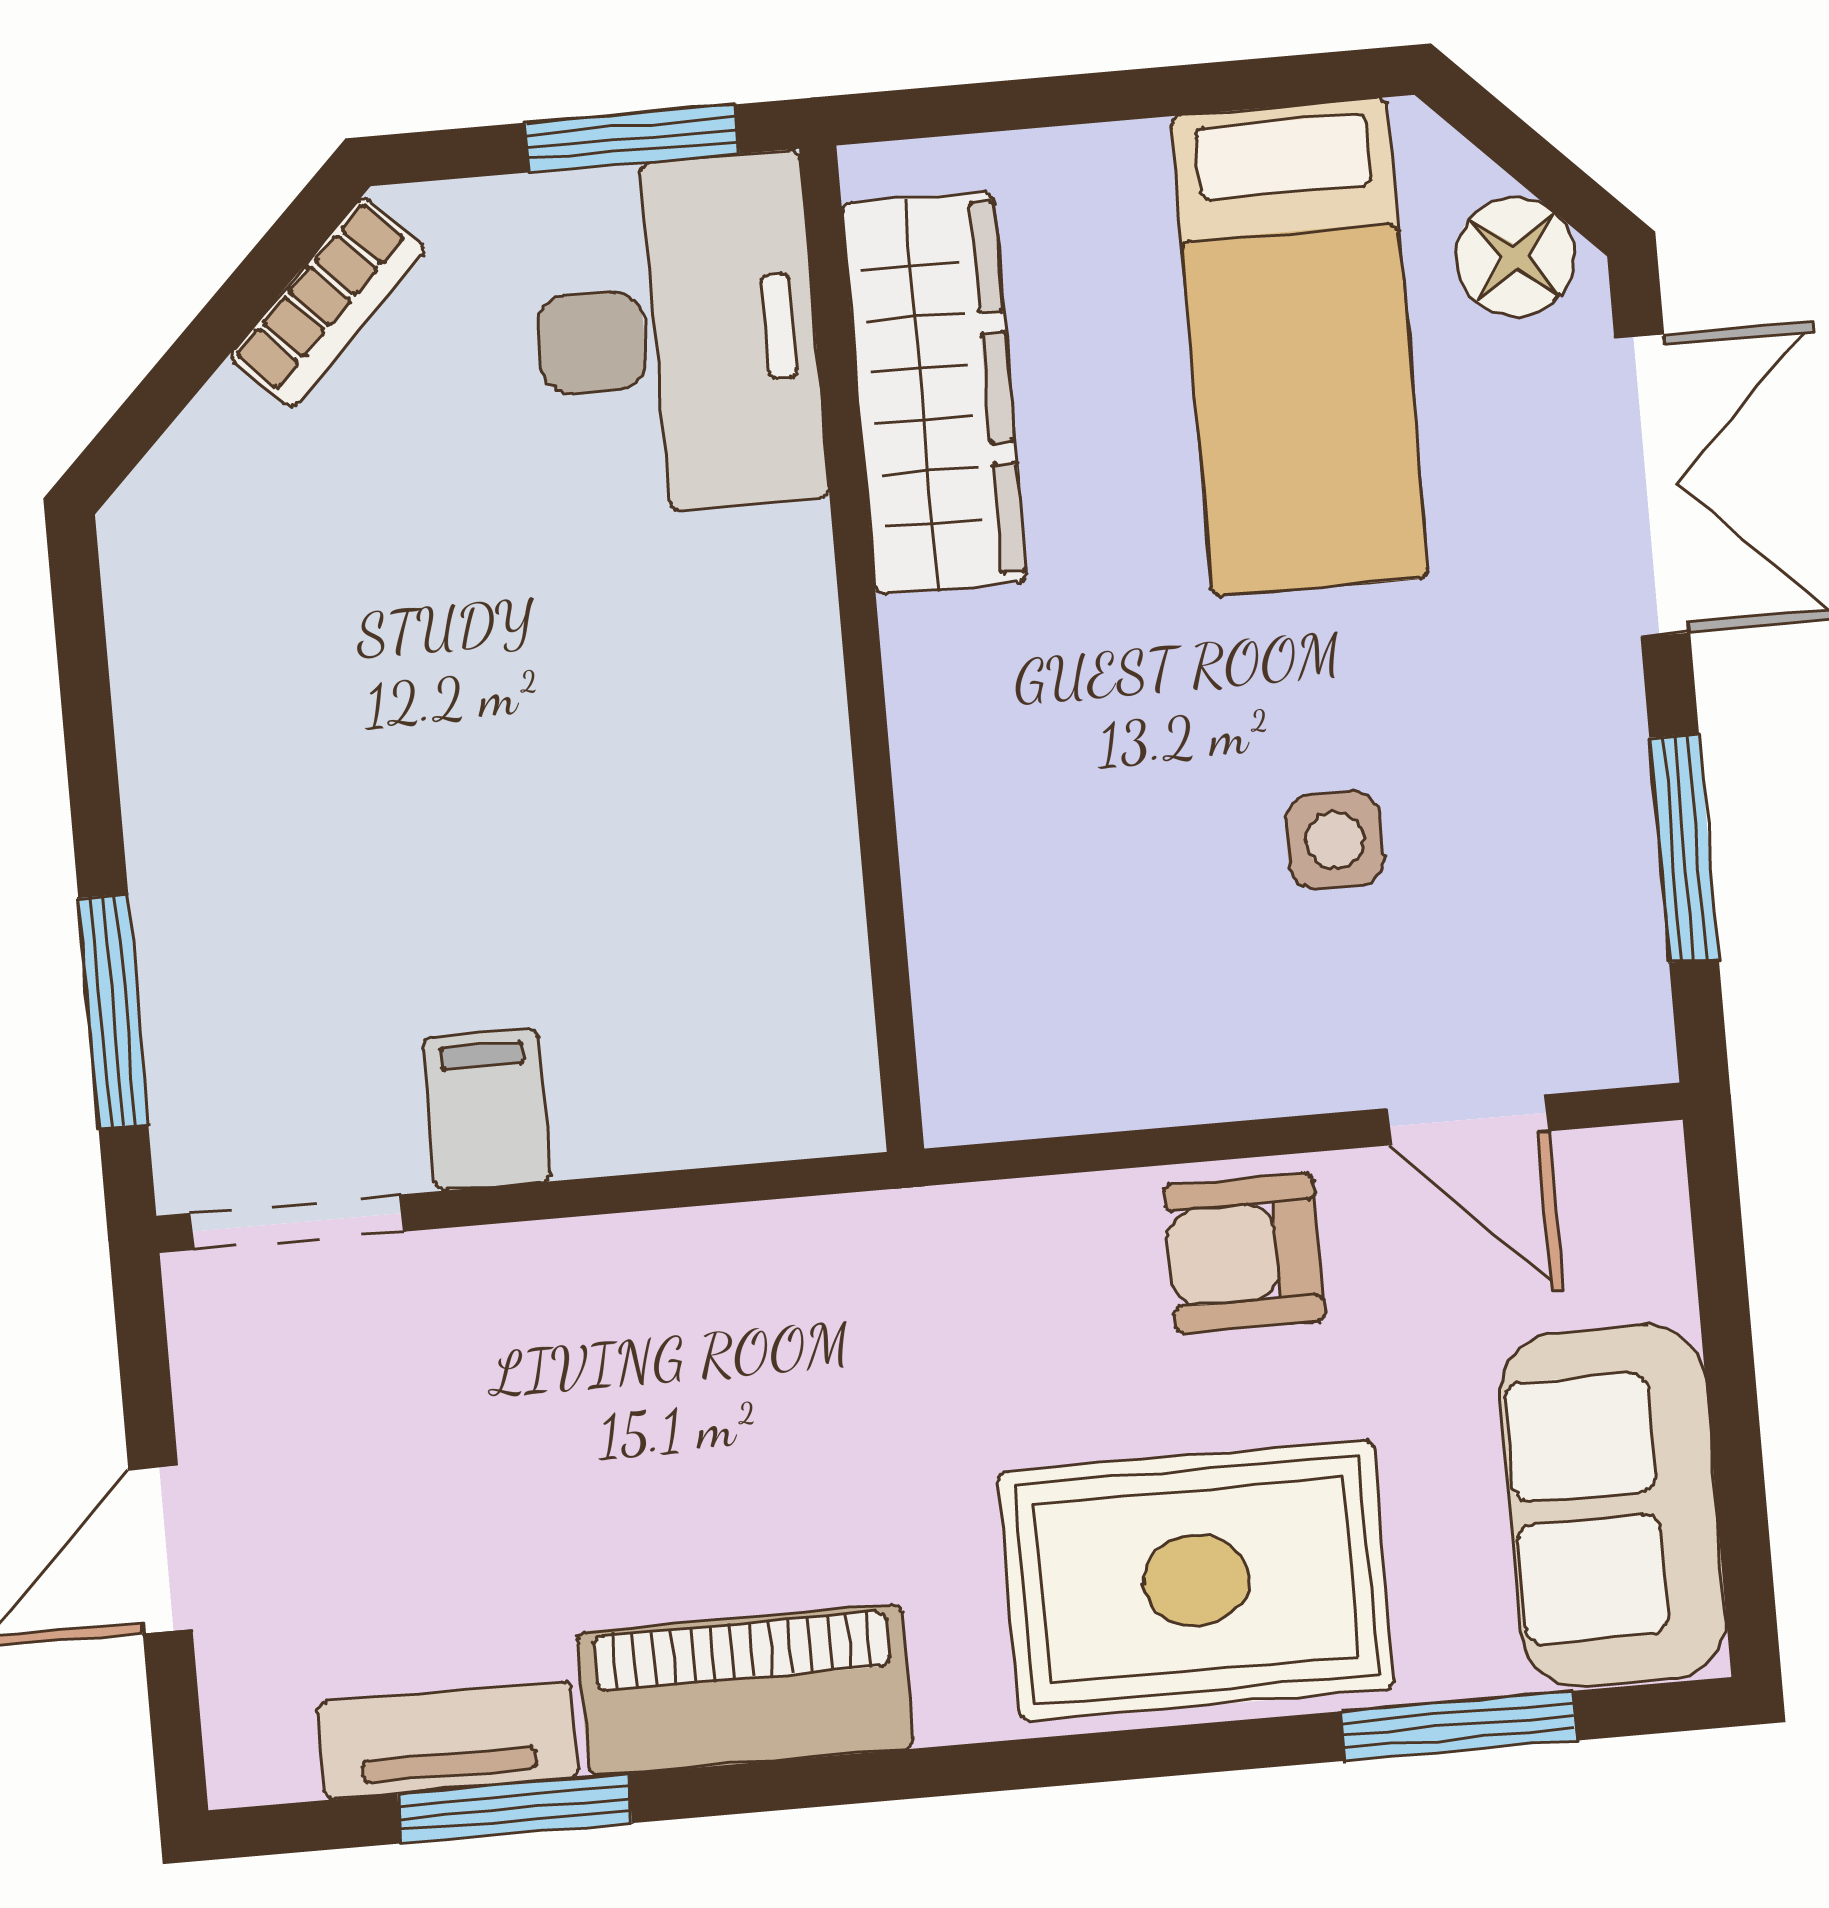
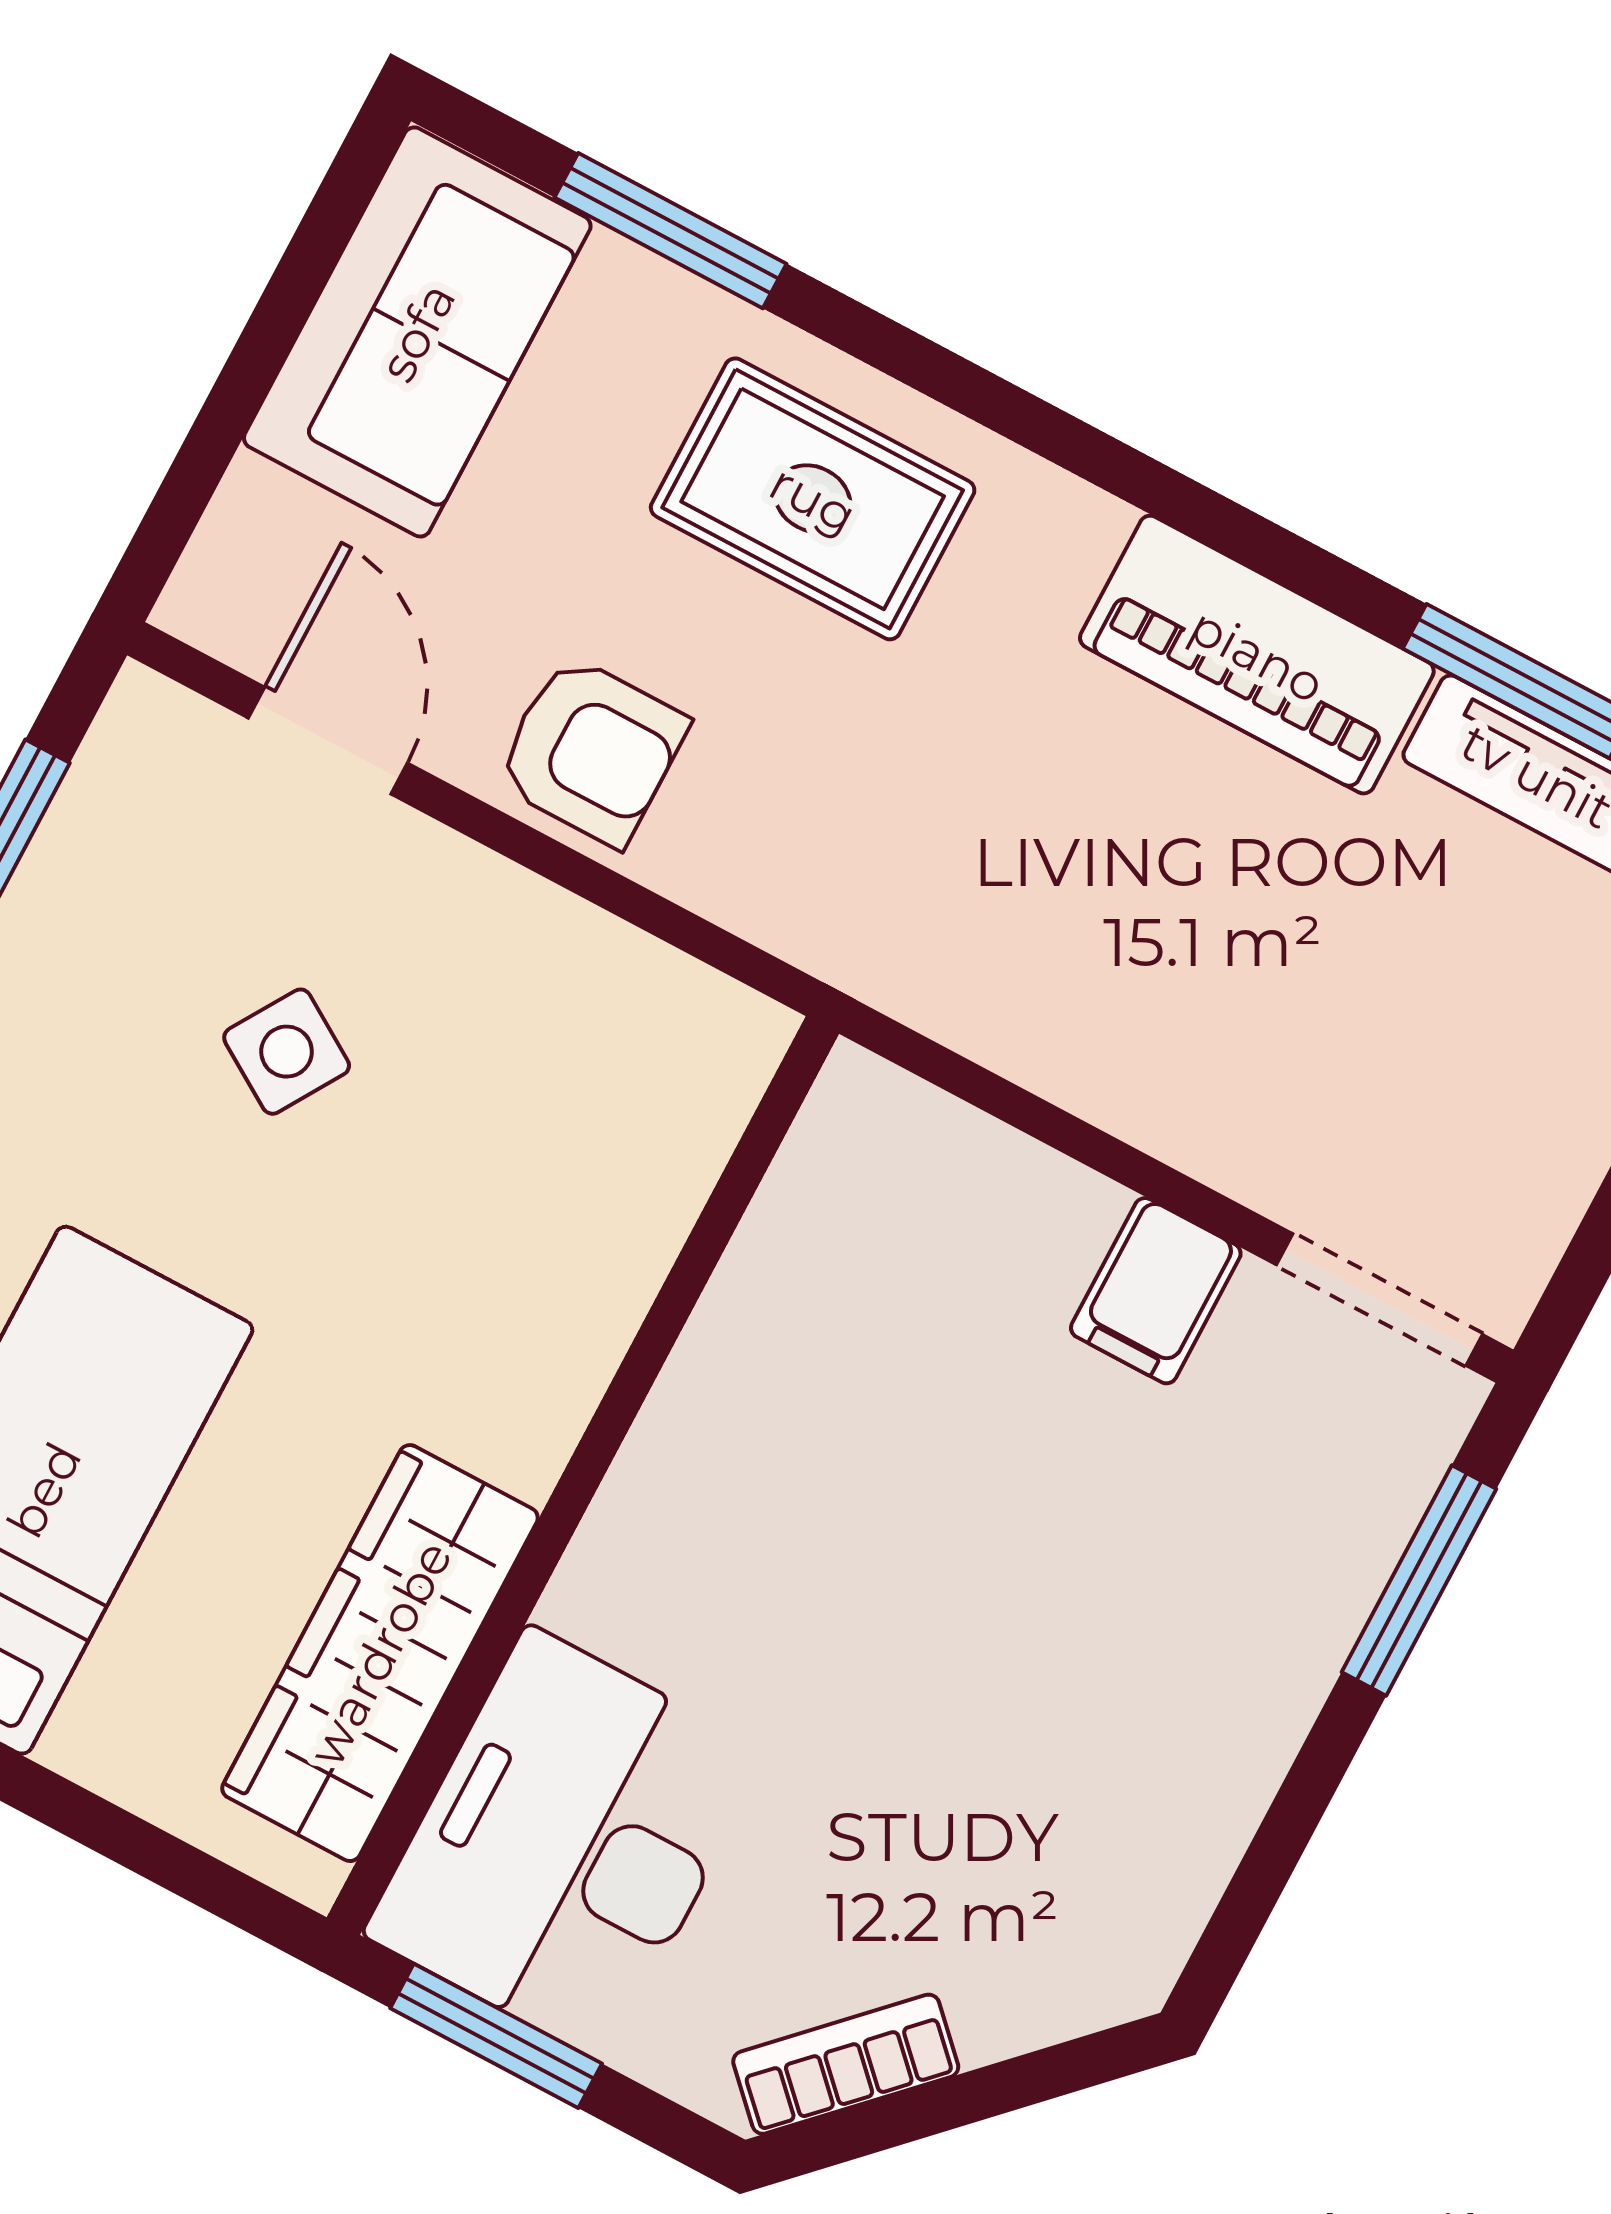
side table: (1335, 840) -> (287, 1052), turned 32
rug: (1196, 1580) -> (813, 499), width x0.73, depth x0.70

